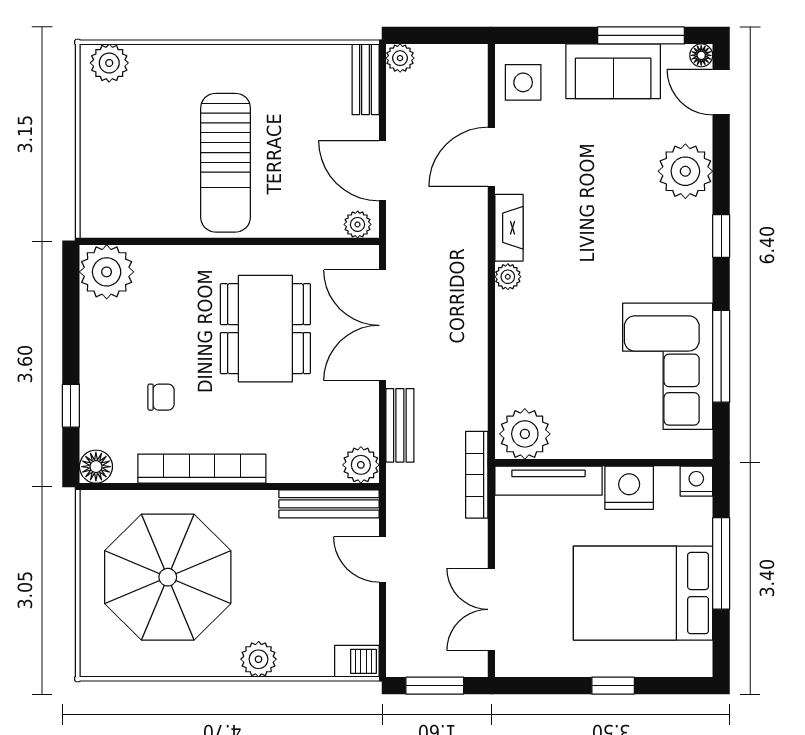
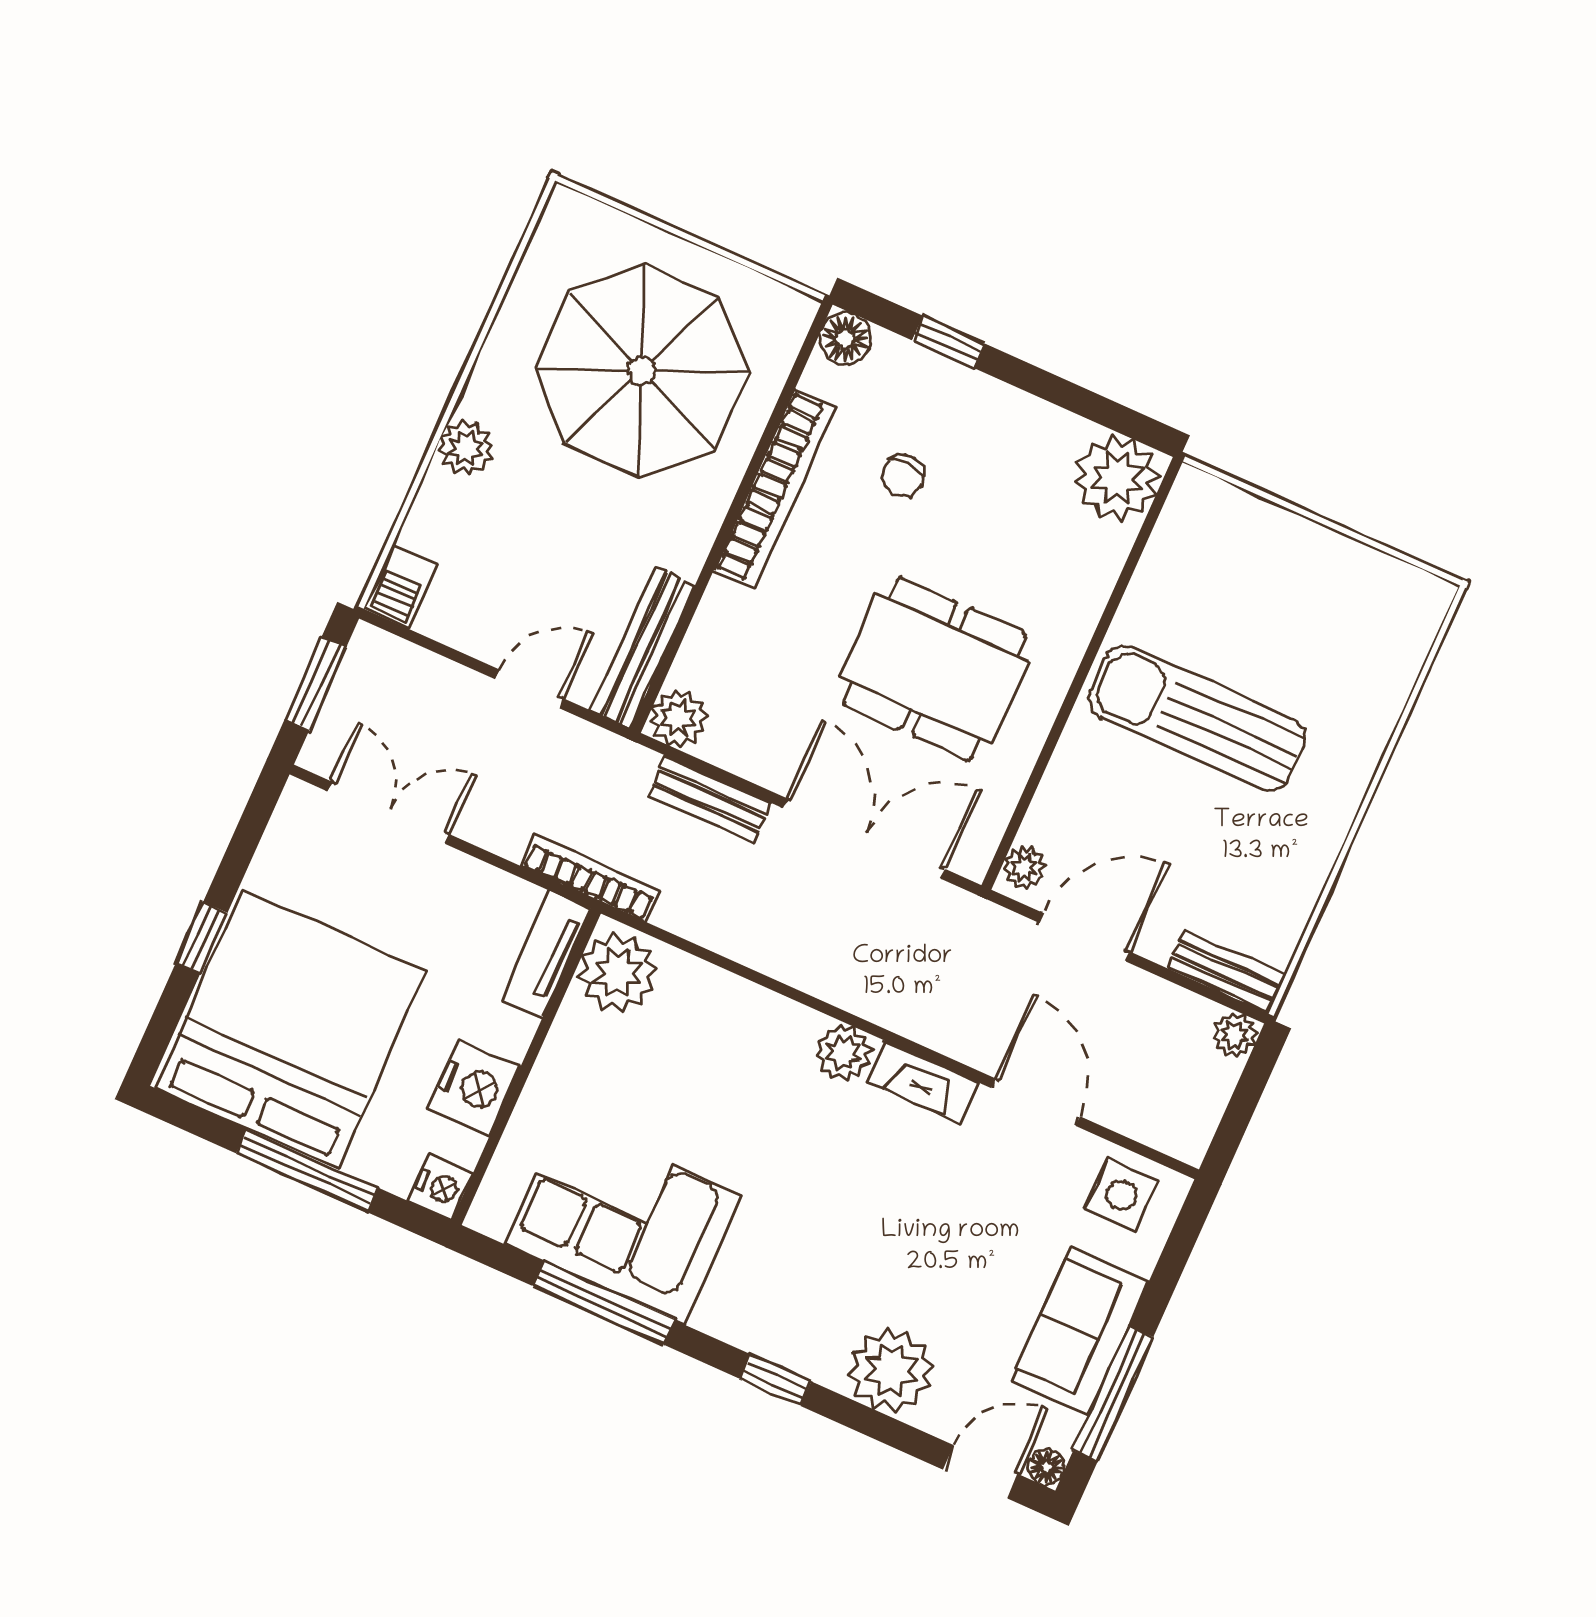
plant: (109, 63) -> (1414, 616), removed
plant: (508, 277) -> (843, 1053), width x1.38, depth x1.38
tv unit: (549, 481) -> (546, 954), width x0.71
bed: (643, 593) -> (290, 1029), width x1.36

